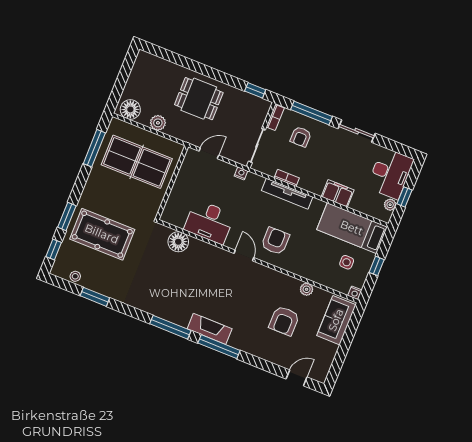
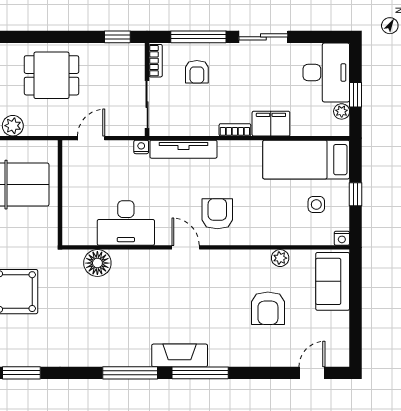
bookcase: (287, 178) -> (235, 130), moved
tv unit: (287, 194) -> (183, 149), moved

